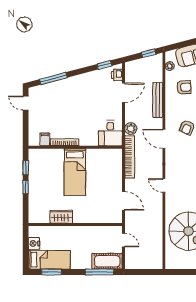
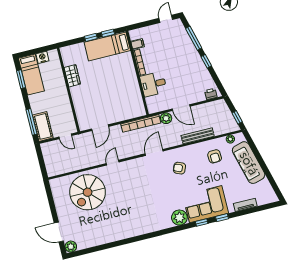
window: (104, 65) -> (206, 61), moved
door: (124, 93) -> (181, 108), moved
desk: (110, 133) -> (153, 84), moved
door: (164, 139) -> (154, 152), moved
bed: (75, 172) -> (107, 46), moved
door: (164, 185) -> (113, 163), moved
door: (124, 240) -> (65, 136), hinge flipped

